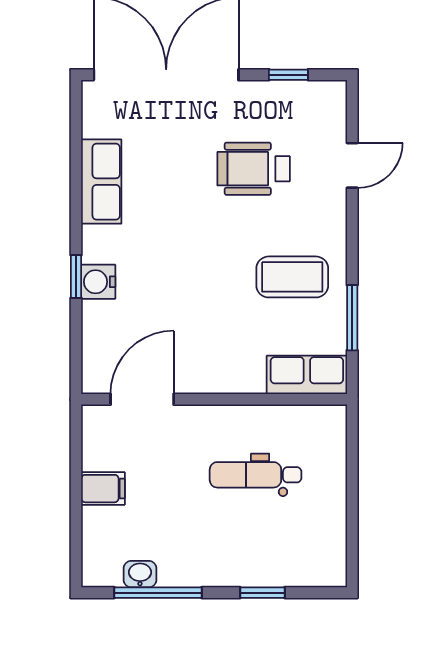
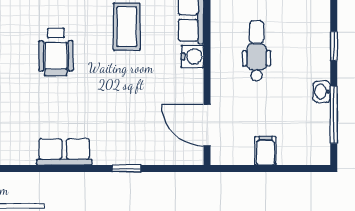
water cooler: (98, 282) -> (192, 56), moved, turned -90
dental chair: (256, 475) -> (257, 51), turned 180
washbasin: (140, 574) -> (322, 92), moved

